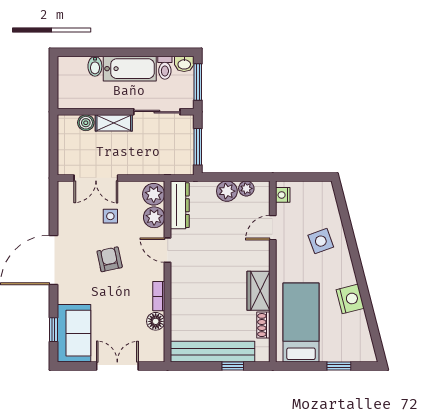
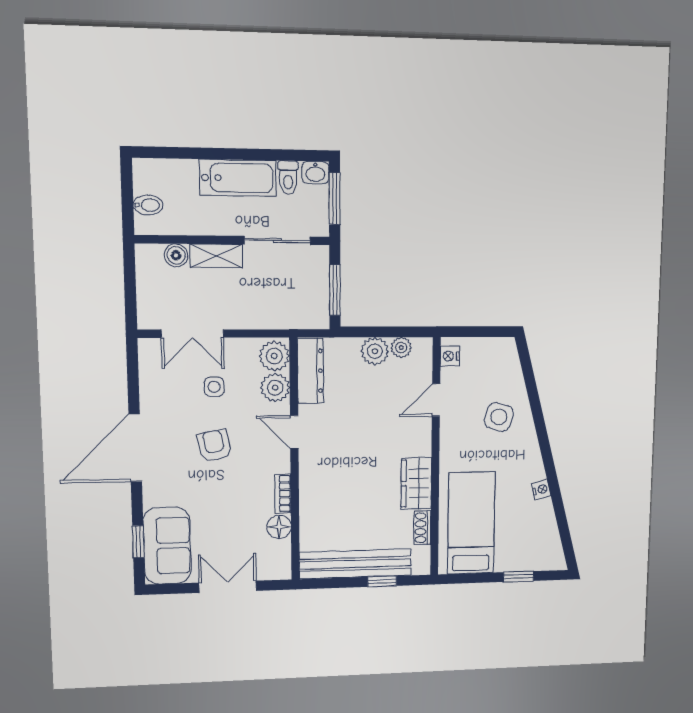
bidet: (95, 66) -> (148, 205), moved, turned -90
side table: (321, 241) -> (499, 417), turned 37
nightstand: (350, 299) -> (541, 489), width x0.53, depth x0.56

